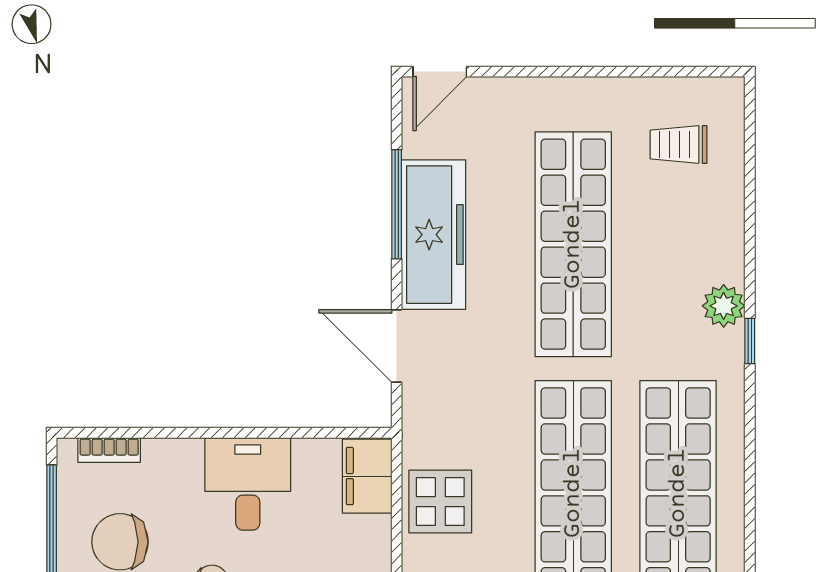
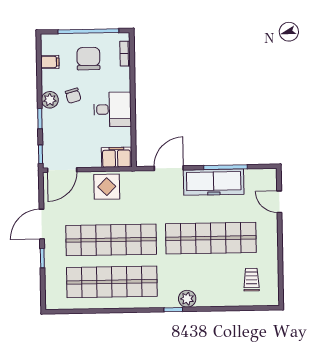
door: (440, 72) -> (279, 202), moved

